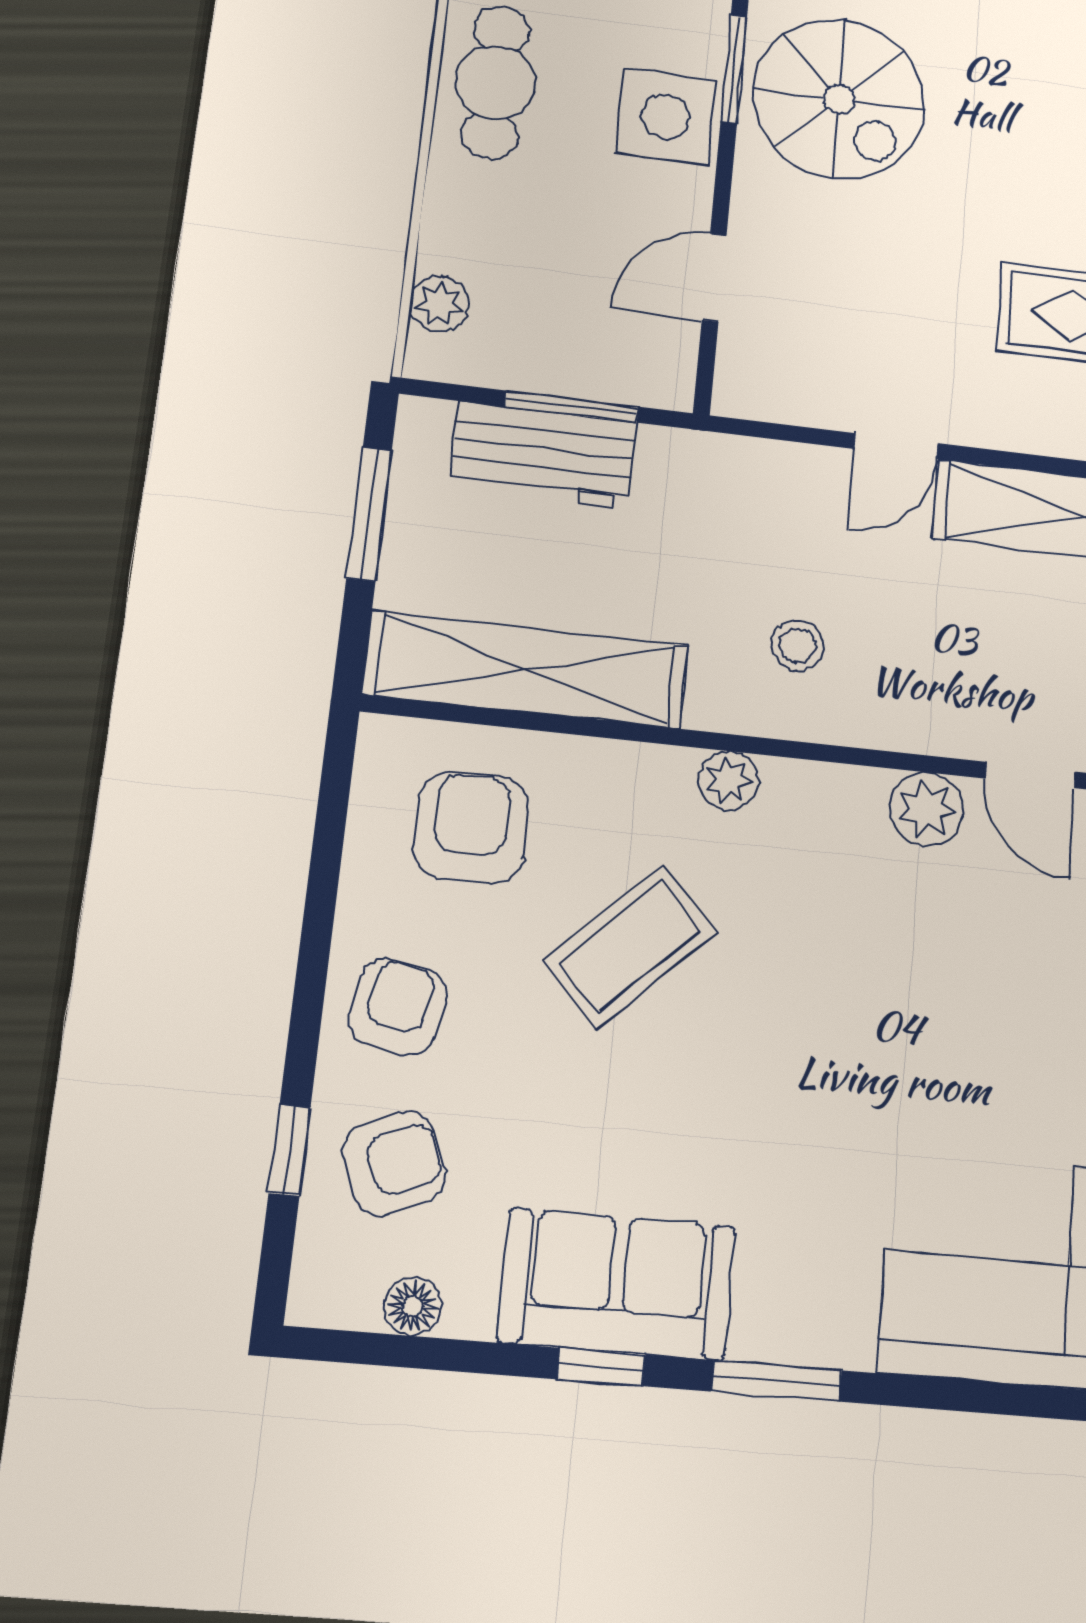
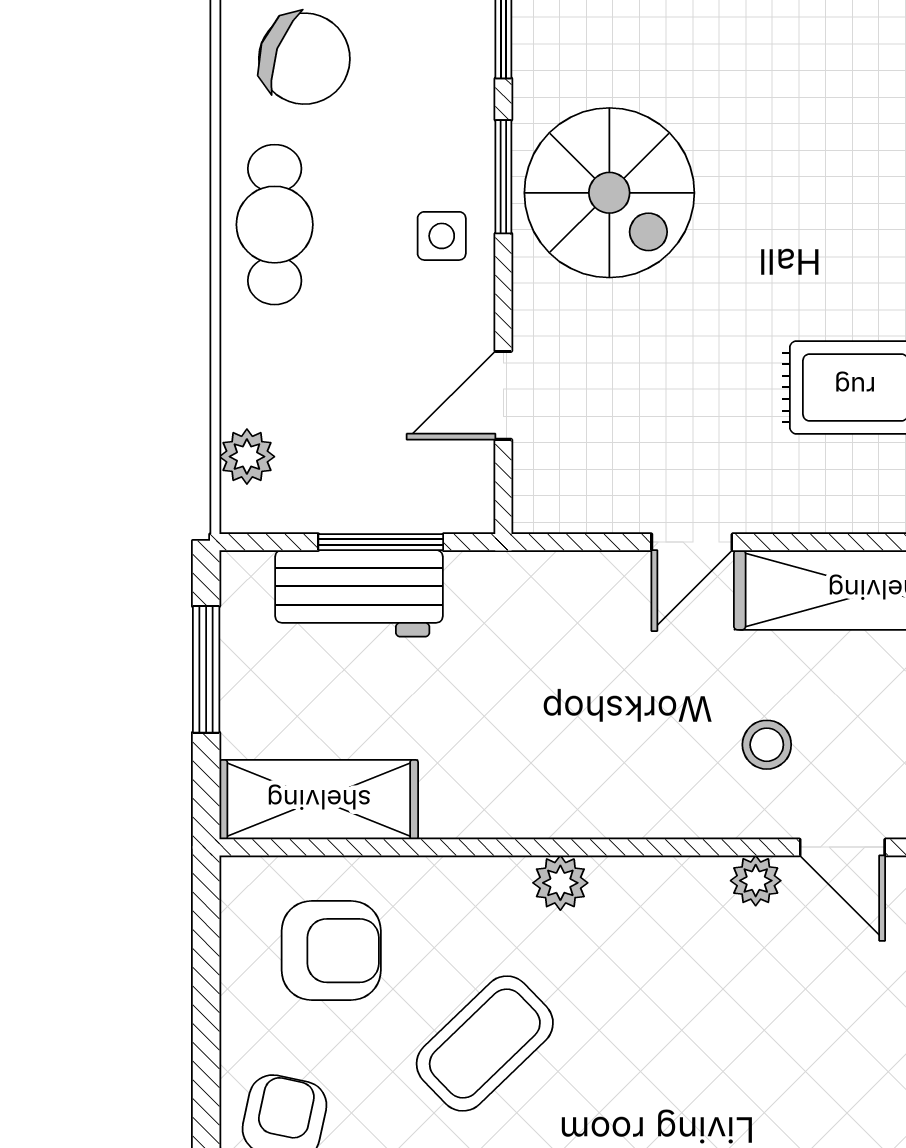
side table: (666, 116) -> (442, 236), width x0.54, depth x0.54
stool: (797, 645) -> (767, 745), moved
shelving: (526, 670) -> (319, 800), width x0.68
plant: (926, 809) -> (756, 881), width x0.73, depth x0.73
armchair: (471, 828) -> (331, 951), turned 90

